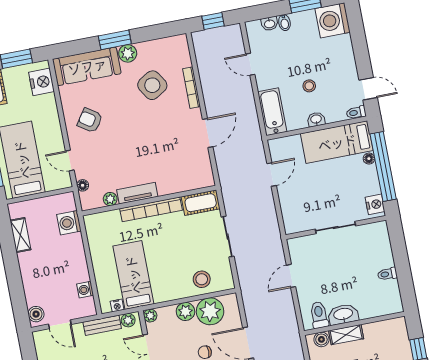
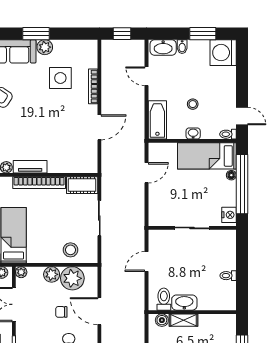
washbasin: (270, 24) -> (163, 47), width x1.91, depth x1.45
side table: (152, 85) -> (60, 78), turned 32

